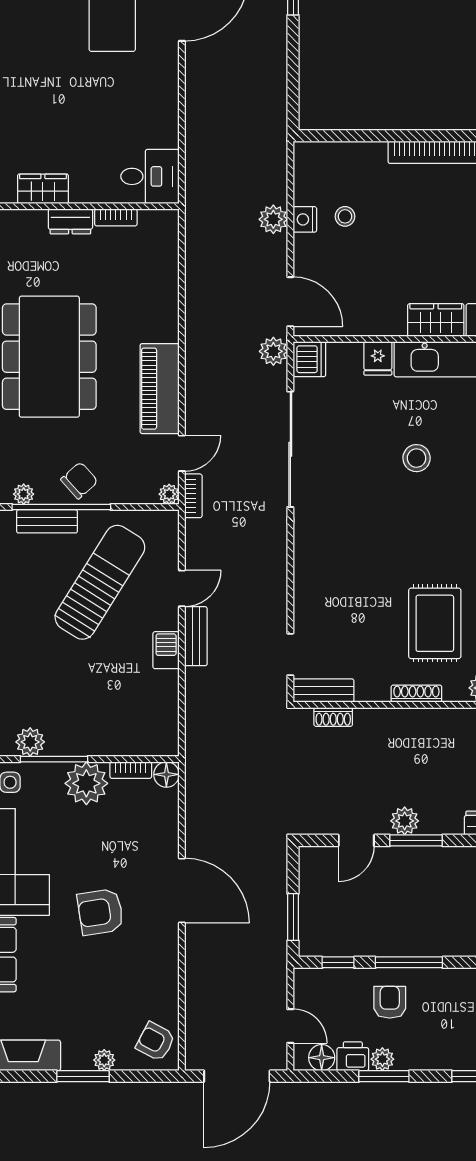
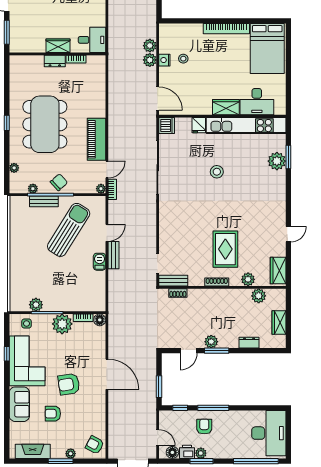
wardrobe: (43, 189) -> (58, 46), moved
plant: (273, 351) -> (150, 46), moved
armchair: (66, 975) -> (53, 414), added

